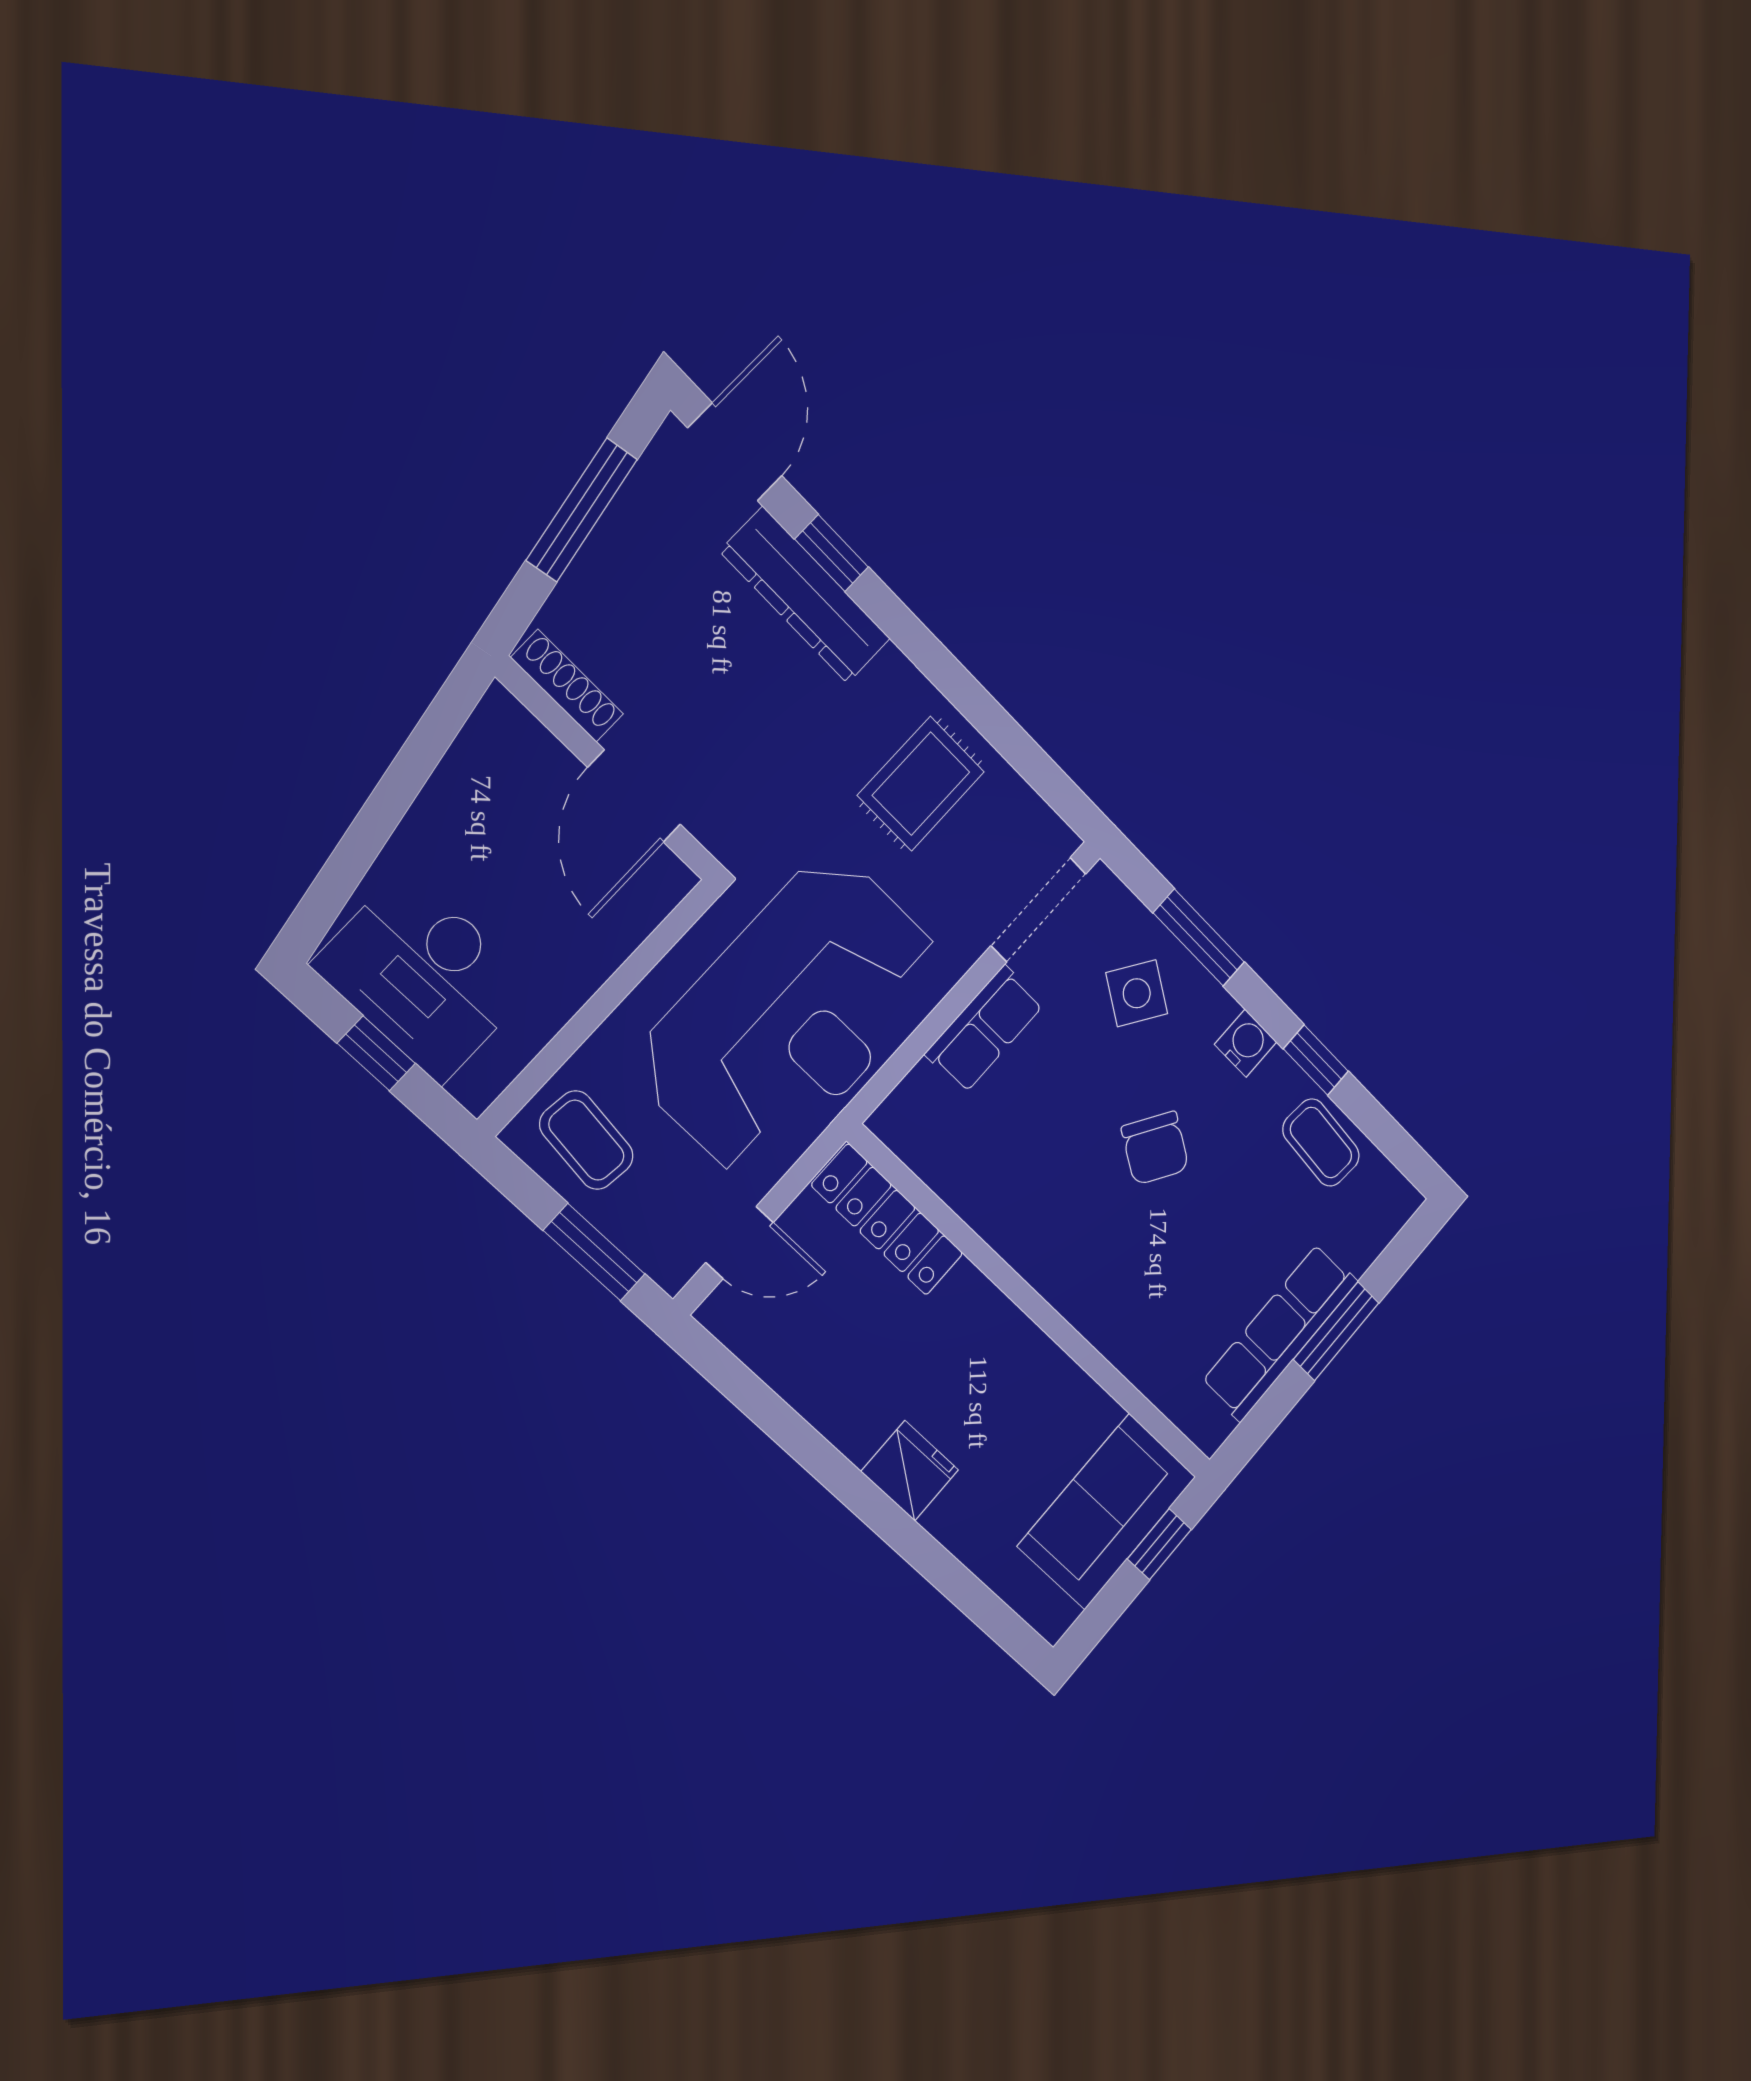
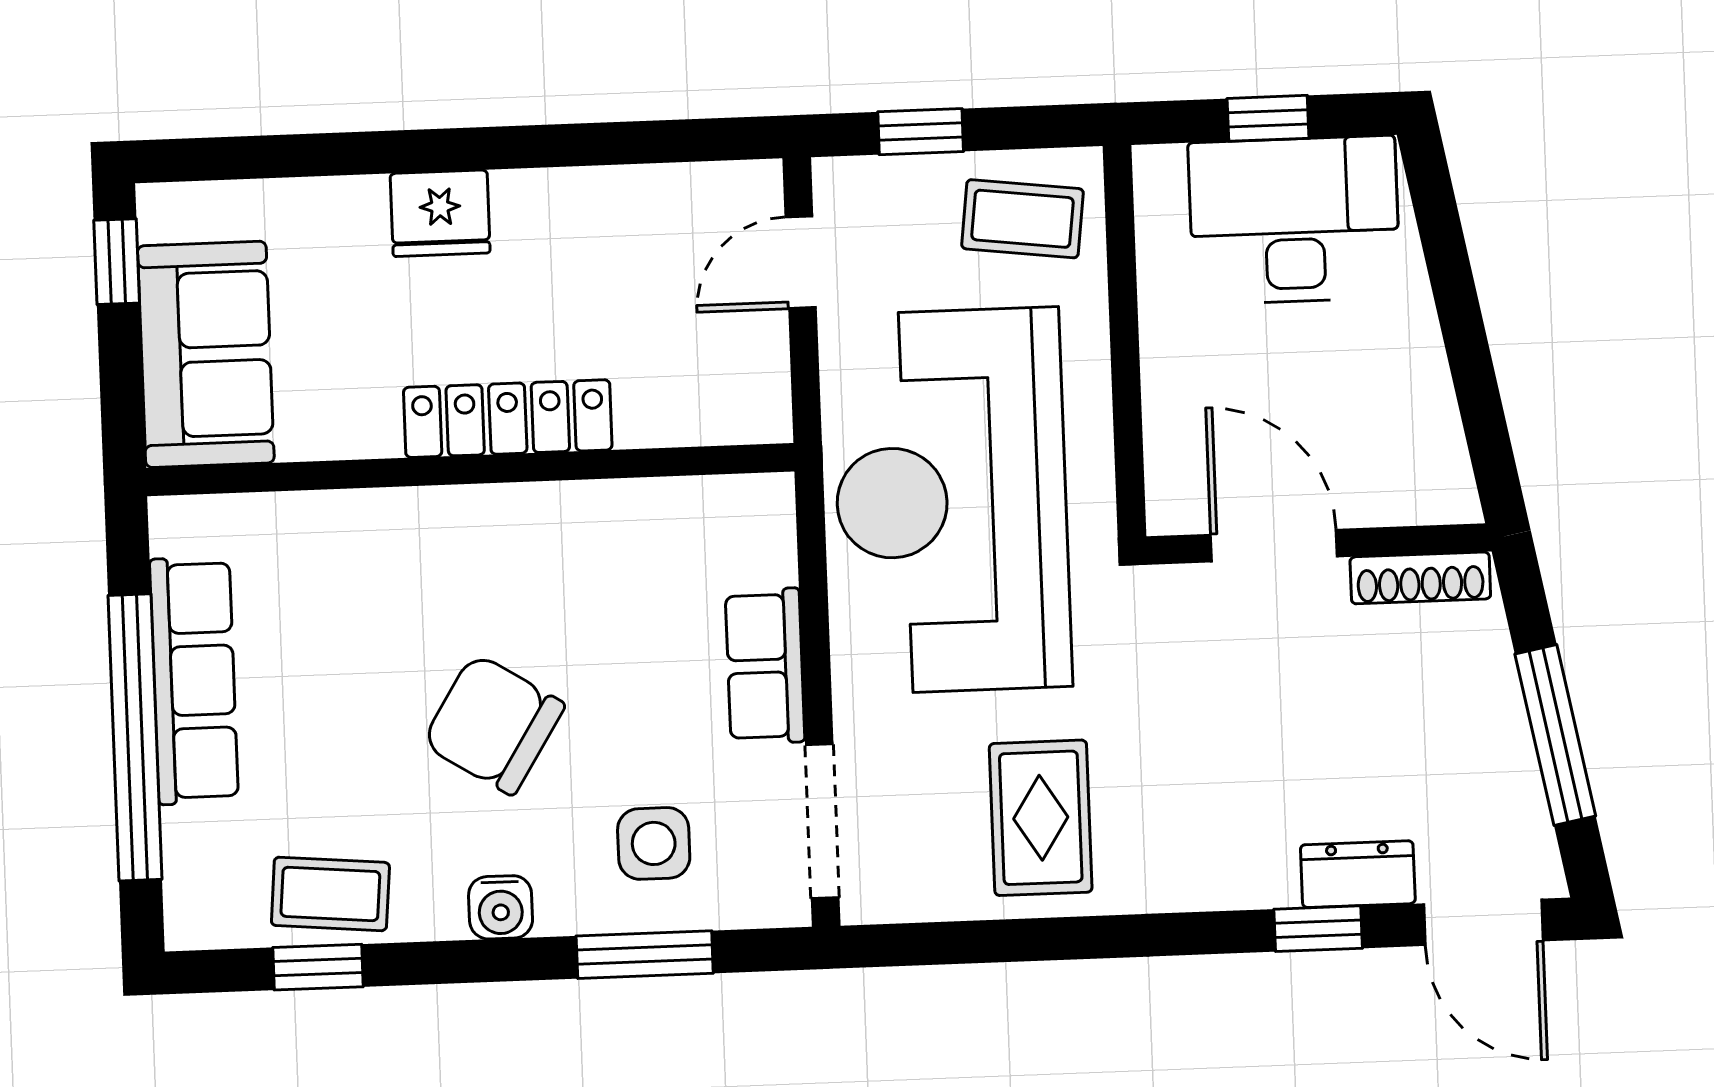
dresser: (805, 595) -> (1358, 874), width x0.51, depth x0.80
side table: (1137, 993) -> (654, 843), turned -33
window: (1316, 1060) -> (318, 967), moved
chair: (1155, 1148) -> (493, 724), width x1.37, depth x1.37
locker: (887, 1220) -> (508, 419), moved
window: (594, 1252) -> (921, 132), width x0.67
window: (1336, 1331) -> (135, 737), width x2.11
window: (1159, 1544) -> (117, 262), moved

